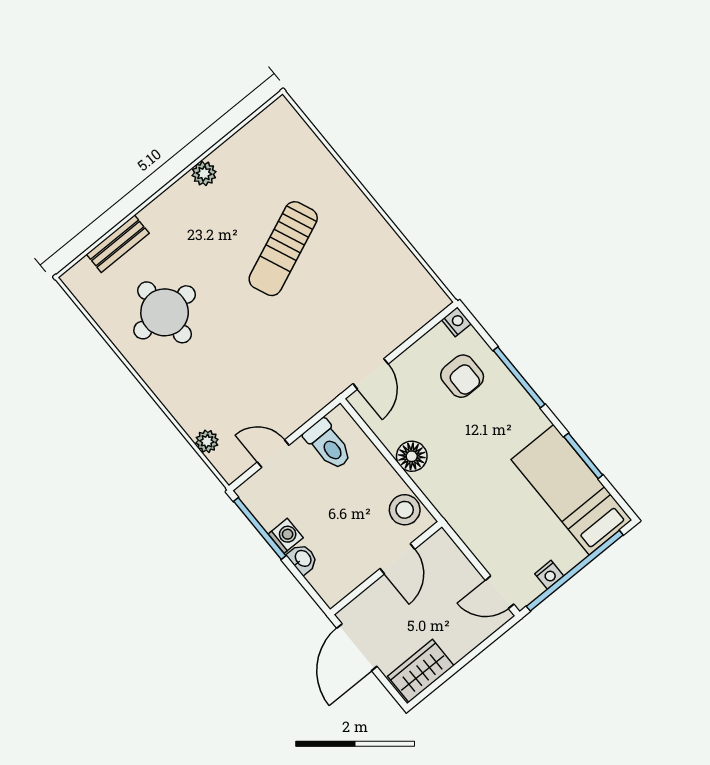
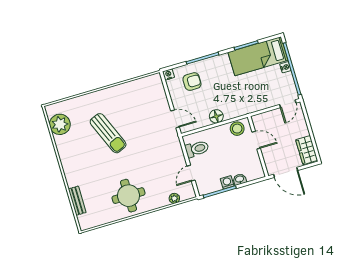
plant: (204, 174) -> (60, 124), moved, width x1.87, depth x1.87
round table: (165, 312) -> (128, 196), moved
nightstand: (549, 575) -> (285, 67), moved

